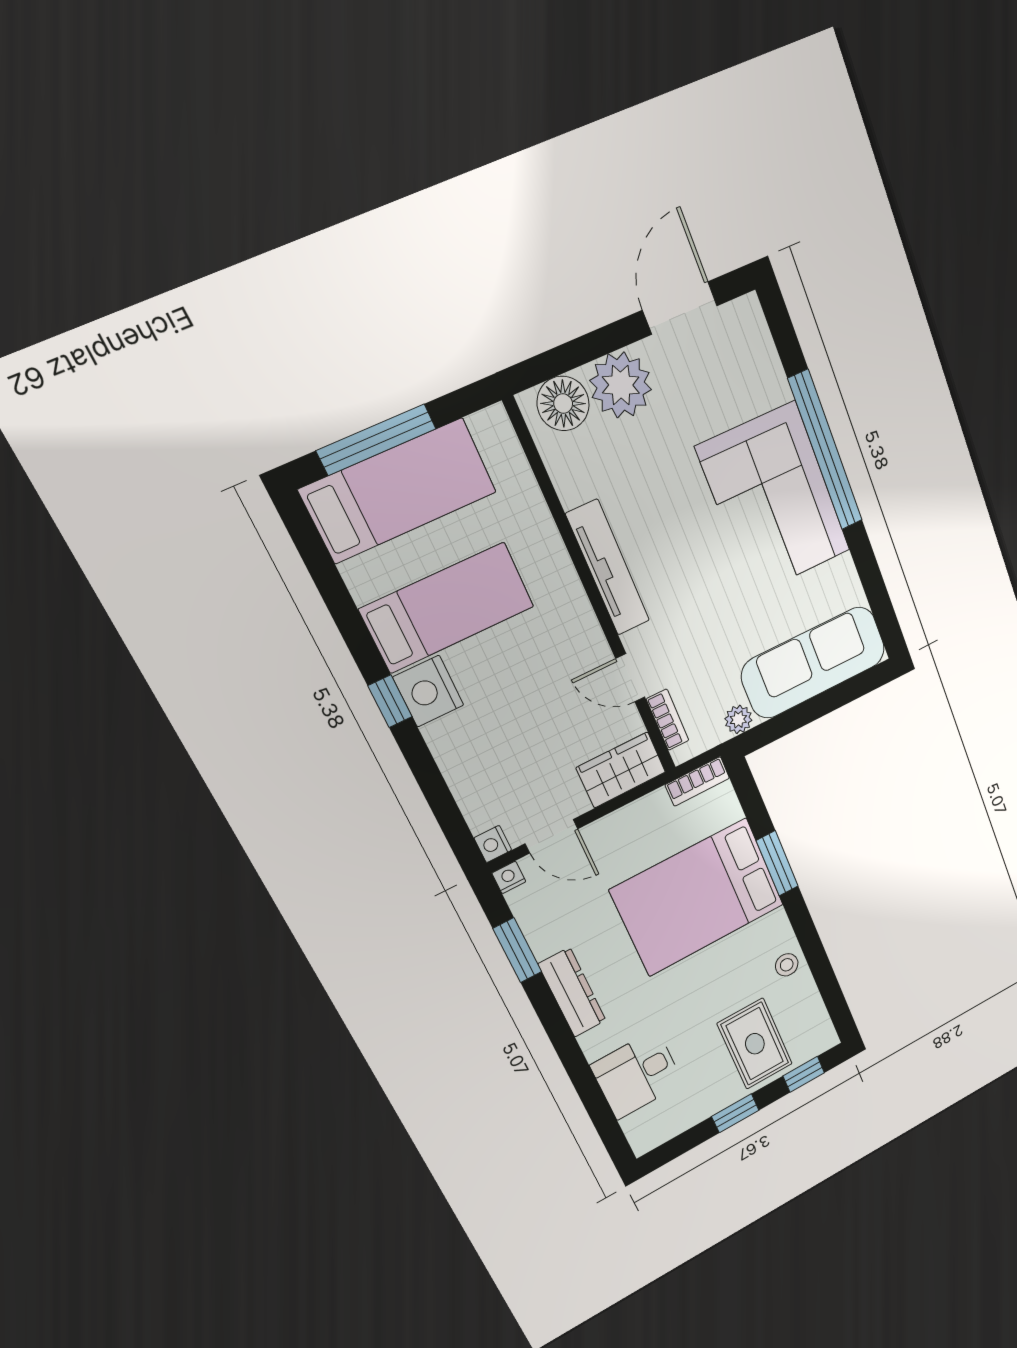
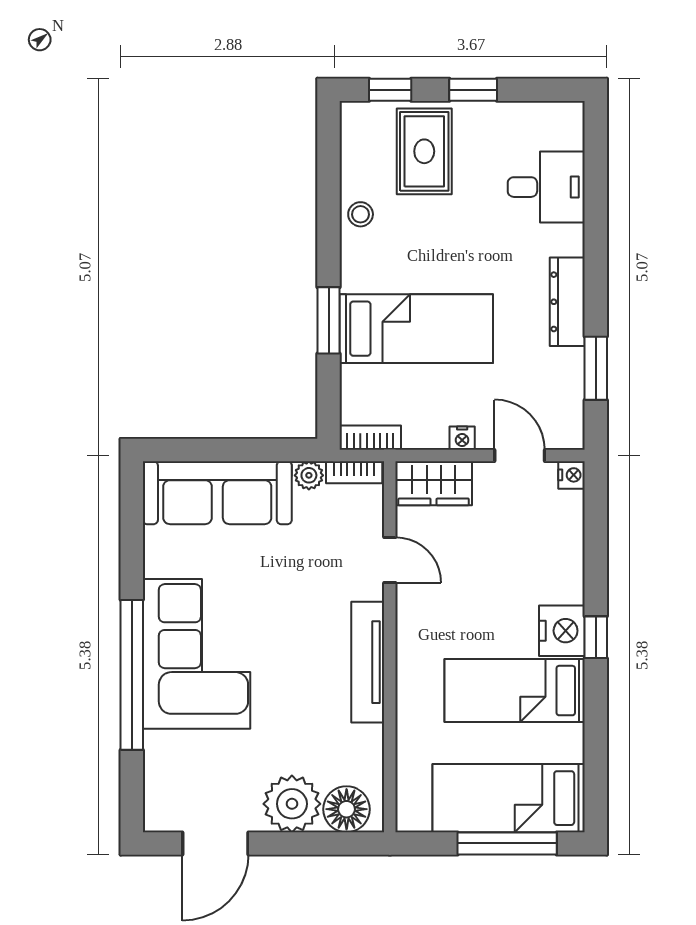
bookcase: (668, 720) -> (354, 472), moved, turned -90
nightstand: (509, 877) -> (462, 438), moved
bed: (698, 897) -> (416, 329), width x0.67

